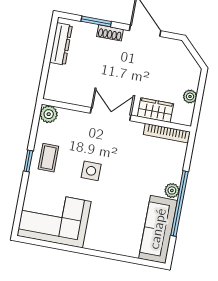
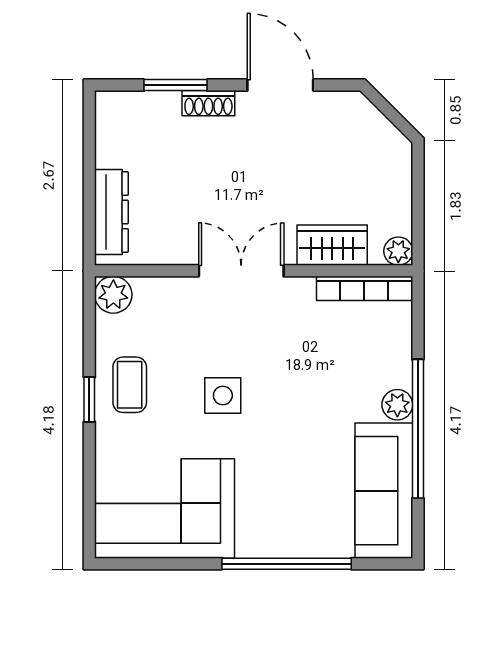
dresser: (61, 44) -> (111, 212), moved
plant: (190, 96) -> (398, 251), moved
window: (106, 255) -> (287, 564), added

